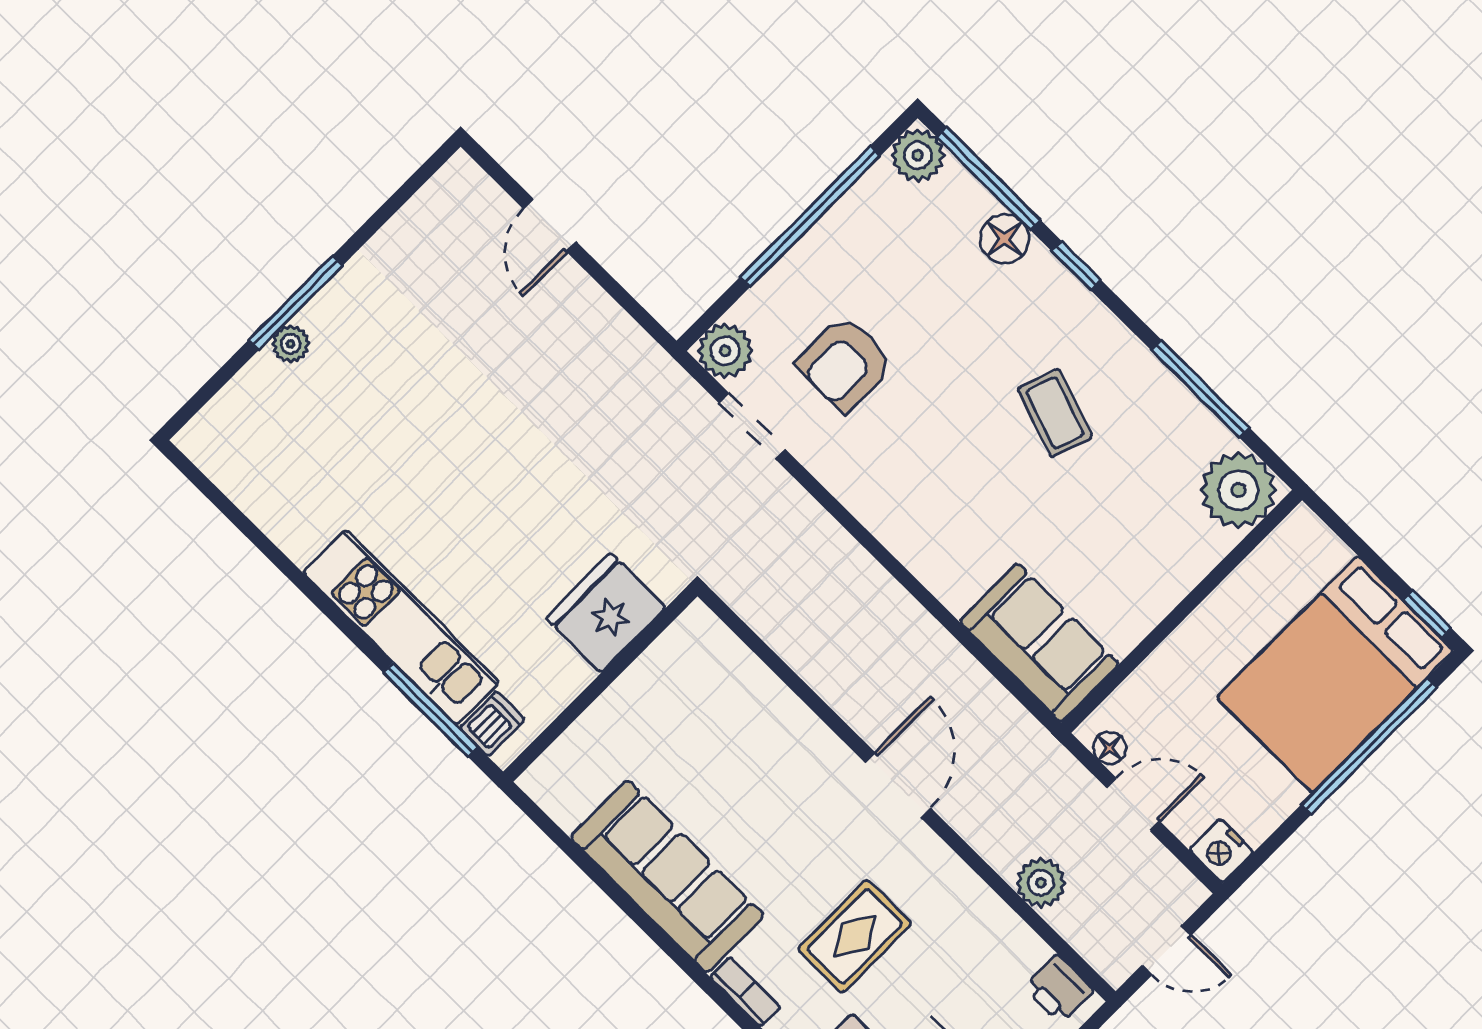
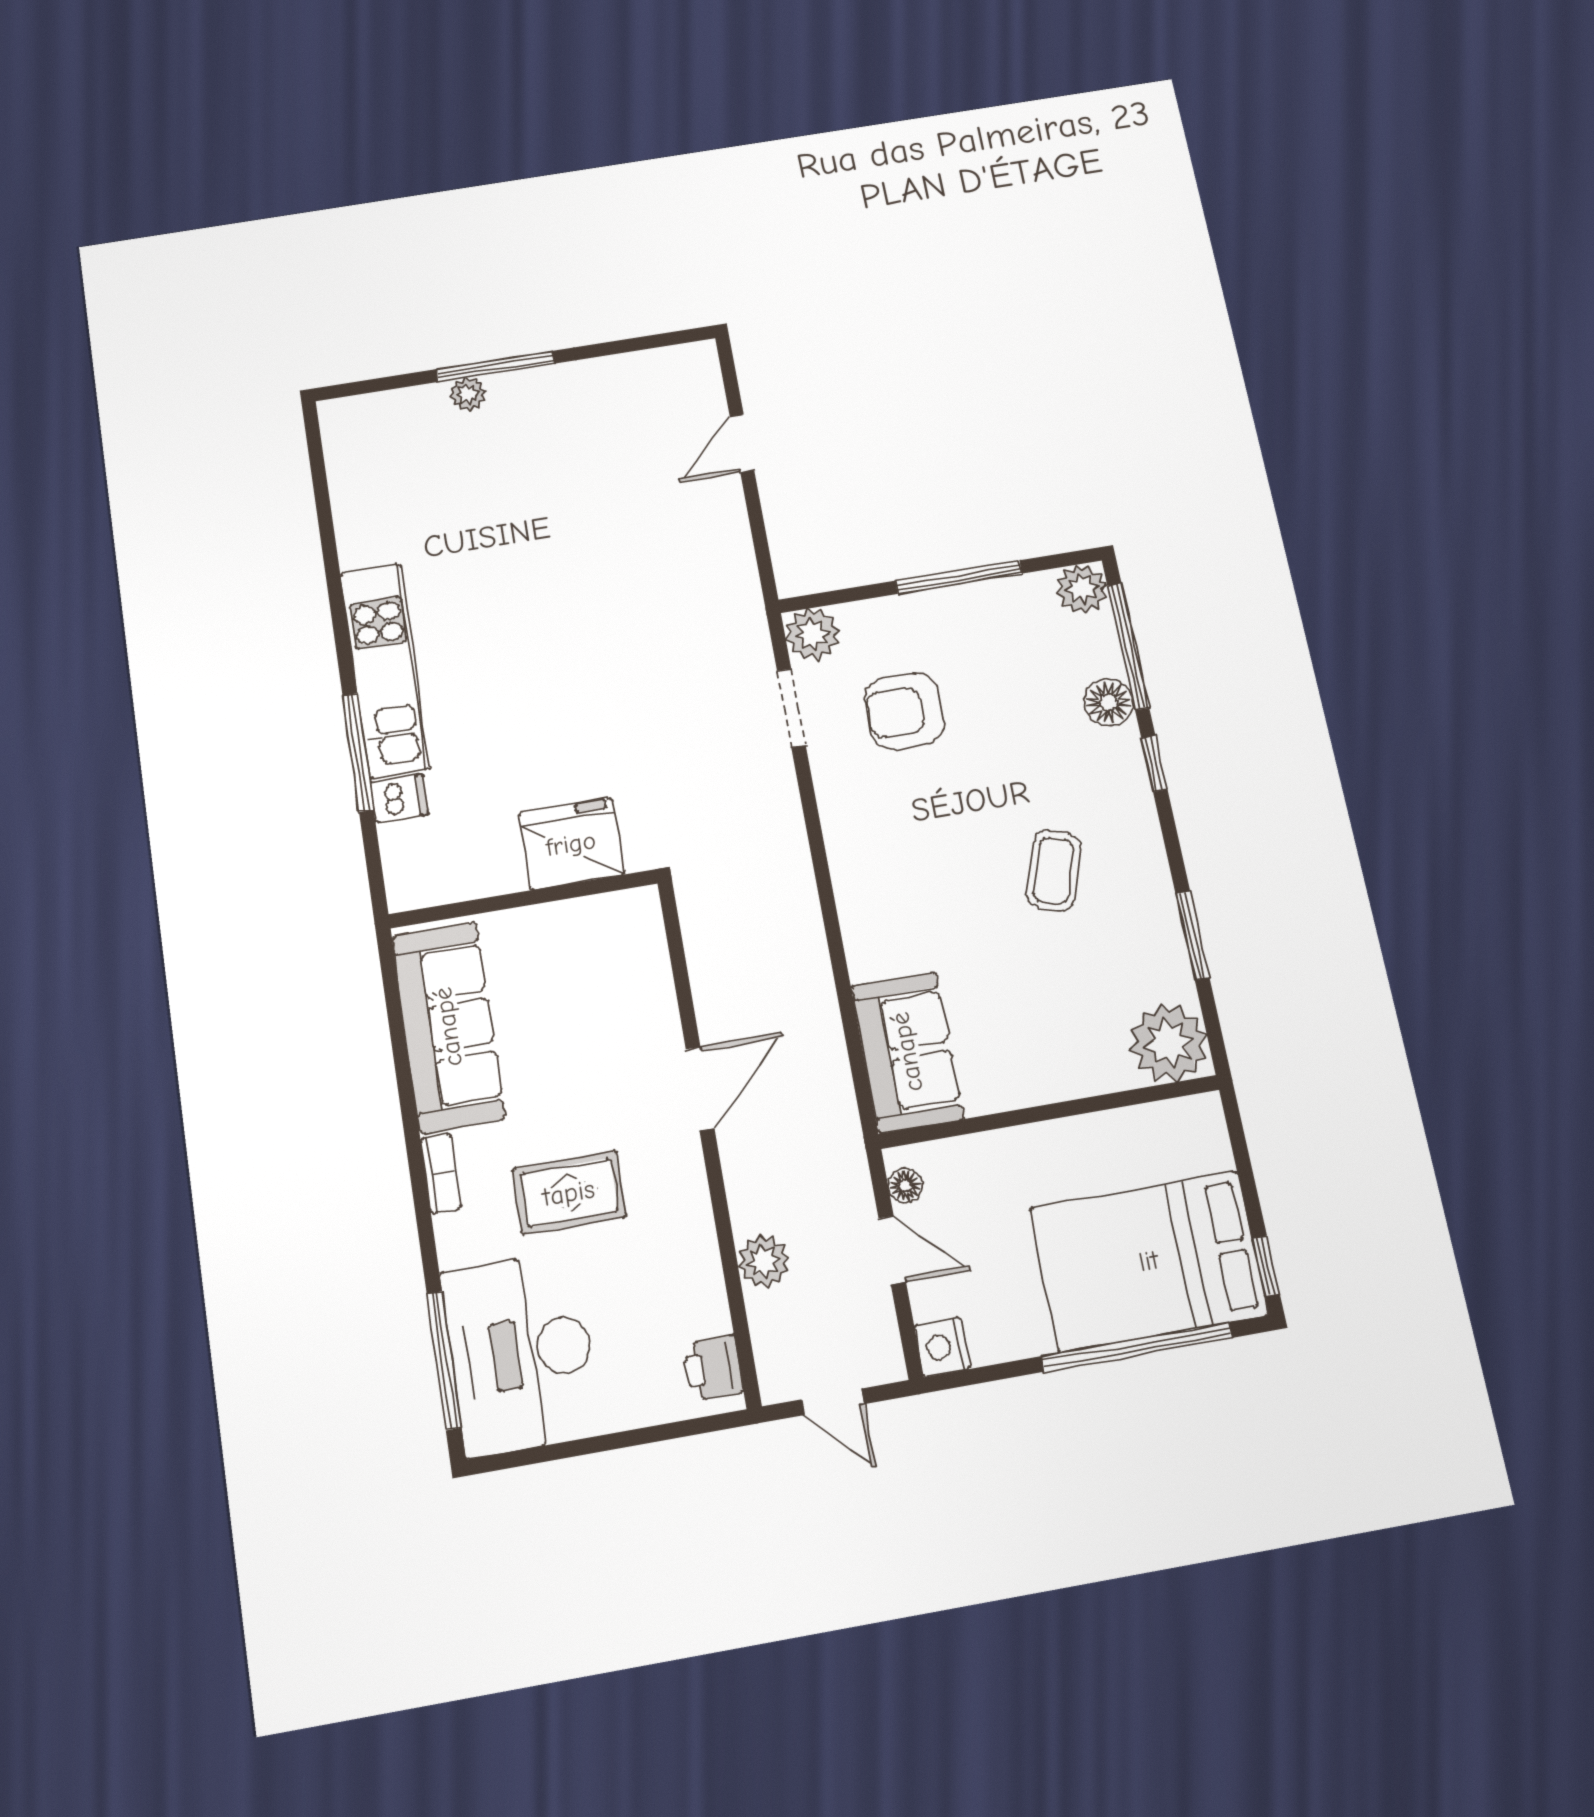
window: (810, 216) -> (959, 577), width x0.68
window: (1200, 389) -> (1192, 936), width x0.69
fridge: (606, 613) -> (571, 844), moved
wall: (600, 684) -> (523, 899), moved

